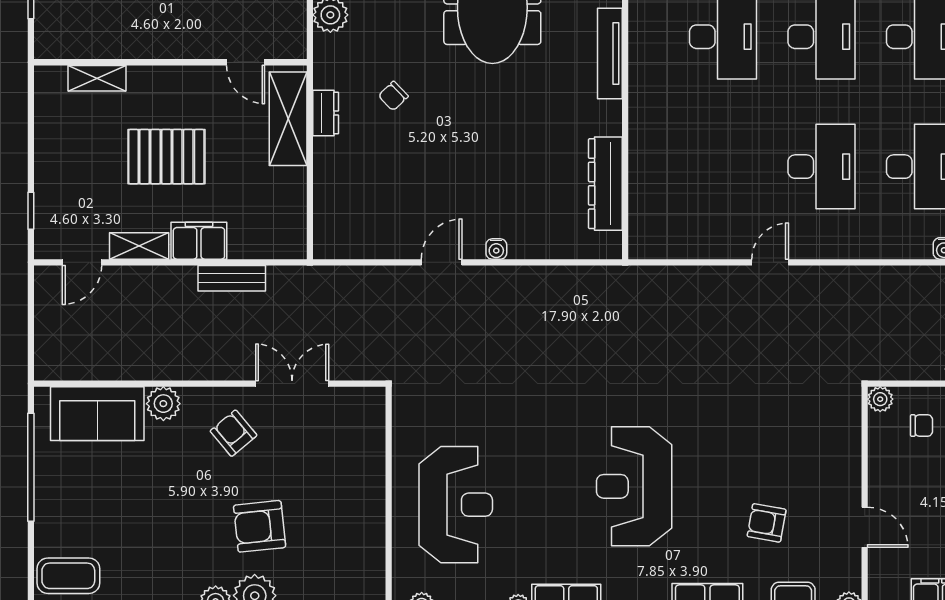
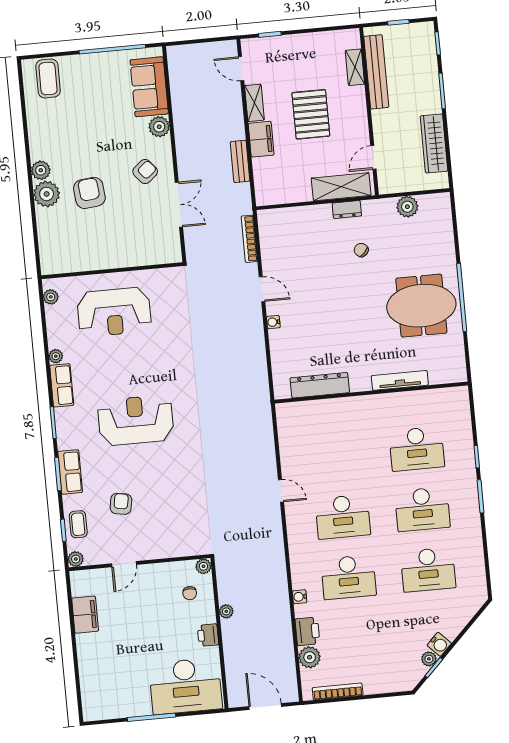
bench: (108, 44) -> (376, 72), added
bookcase: (358, 275) -> (249, 239), added

